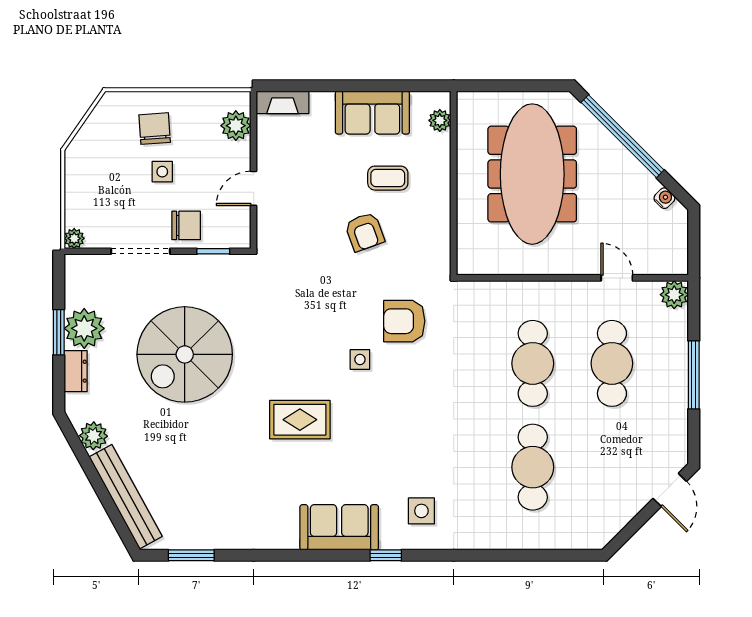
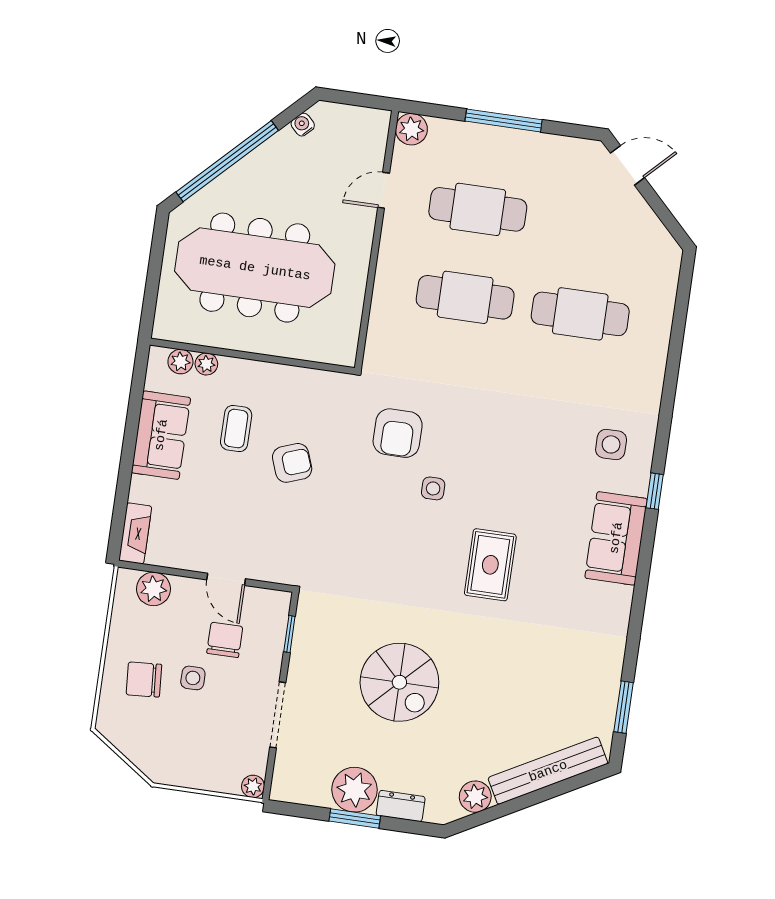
plant: (441, 144) -> (206, 364), added
chair: (186, 225) -> (225, 640), moved
spiral stairs: (185, 354) -> (399, 682), width x0.73, depth x0.73

